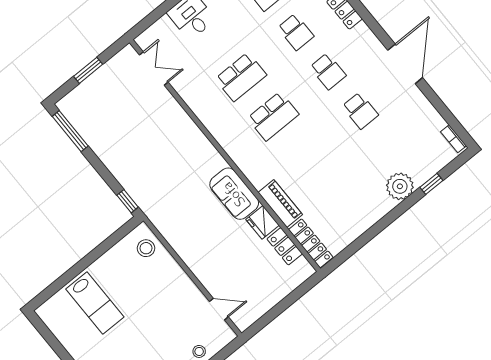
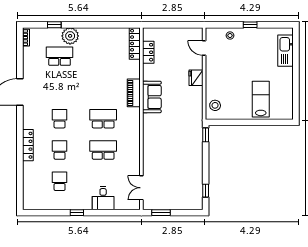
window: (88, 70) -> (161, 213), moved
school desk: (360, 111) -> (60, 56), moved, width x1.85
window: (70, 131) -> (206, 191), width x0.46
piano: (280, 204) -> (134, 93), moved
fridge: (263, 222) -> (196, 78), moved, turned 180

